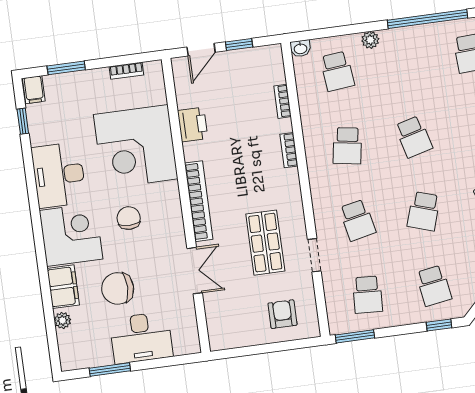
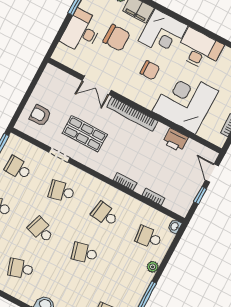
chair: (118, 288) -> (117, 38), turned 90
armchair: (282, 314) -> (40, 116), turned 180

